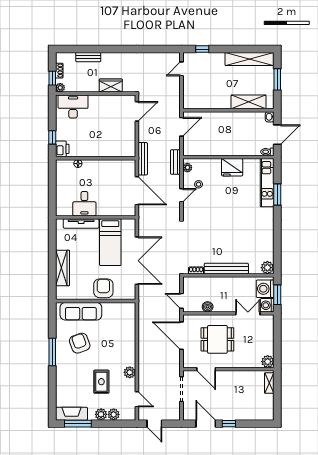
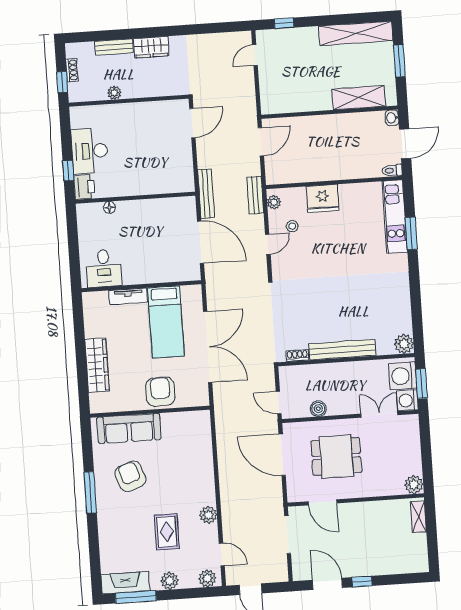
wardrobe: (111, 86) -> (151, 47), moved, turned 180
plant: (60, 88) -> (114, 93), moved
desk: (73, 107) -> (90, 151), moved, turned -90
fridge: (232, 167) -> (323, 198), moved
desk: (84, 204) -> (104, 268), moved
tv unit: (81, 224) -> (128, 296), width x0.71
plant: (114, 414) -> (207, 578), moved

